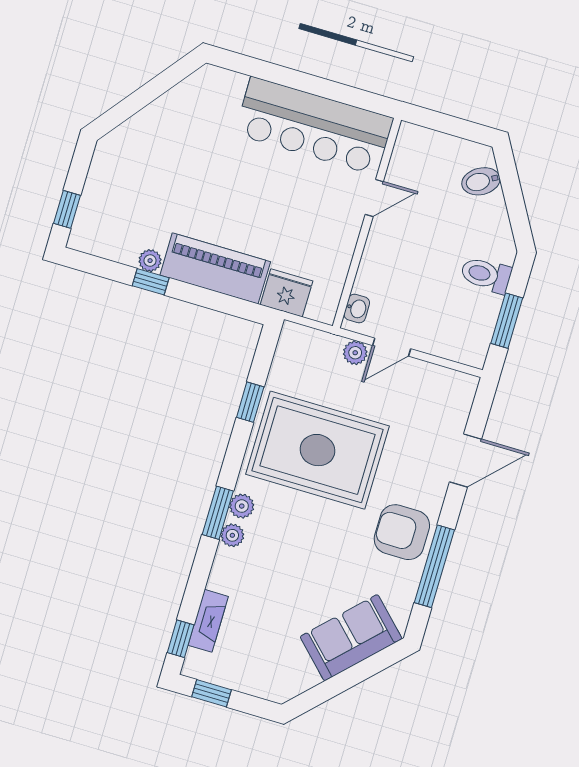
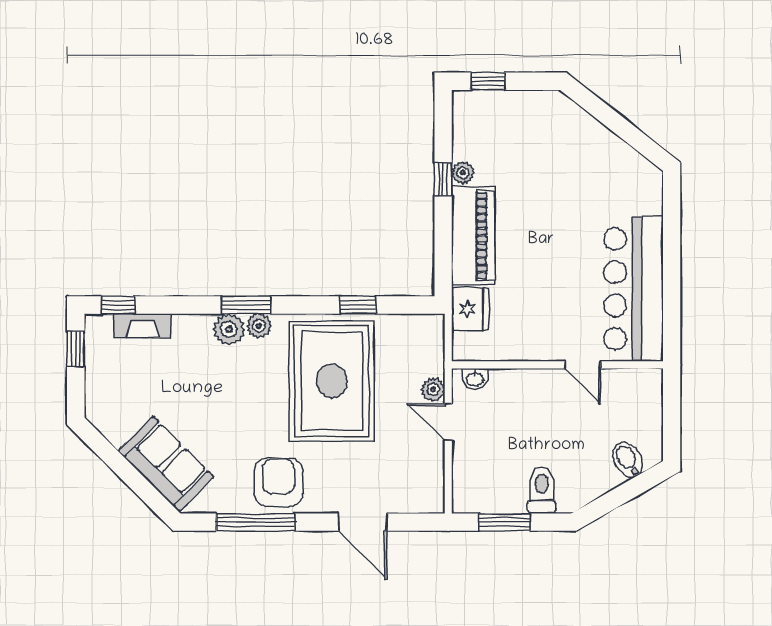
plant: (232, 535) -> (229, 329), width x1.38, depth x1.38

